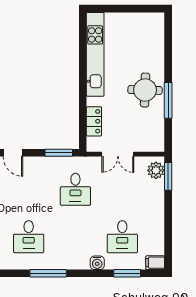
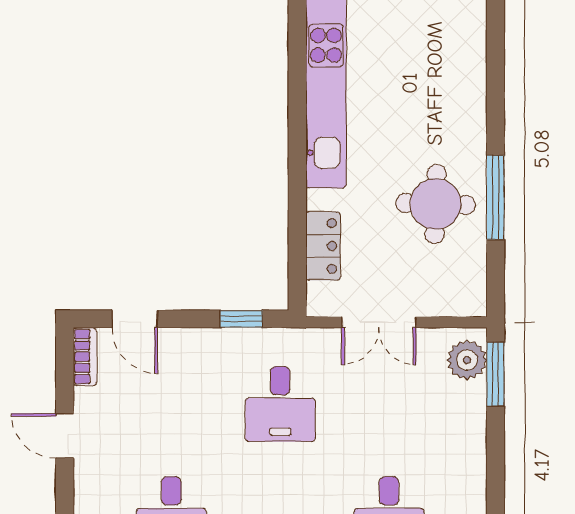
round table: (145, 90) -> (436, 204), moved
window: (59, 153) -> (241, 319), width x0.67

